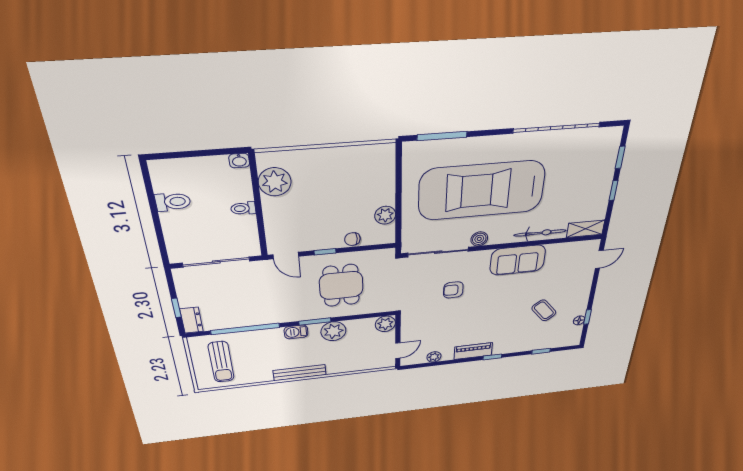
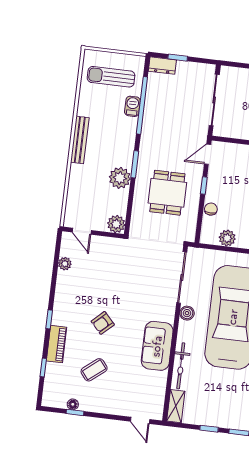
dining table: (341, 285) -> (167, 193), turned 90
armchair: (453, 290) -> (103, 323), moved, turned -133
barbecue: (296, 332) -> (132, 106), moved
piano: (473, 351) -> (57, 344), moved

